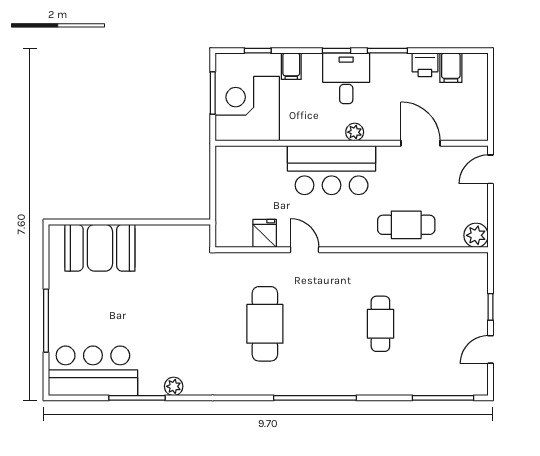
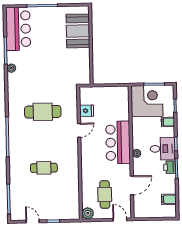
printer: (425, 65) -> (170, 167), moved
cafe table: (406, 225) -> (105, 195), moved

